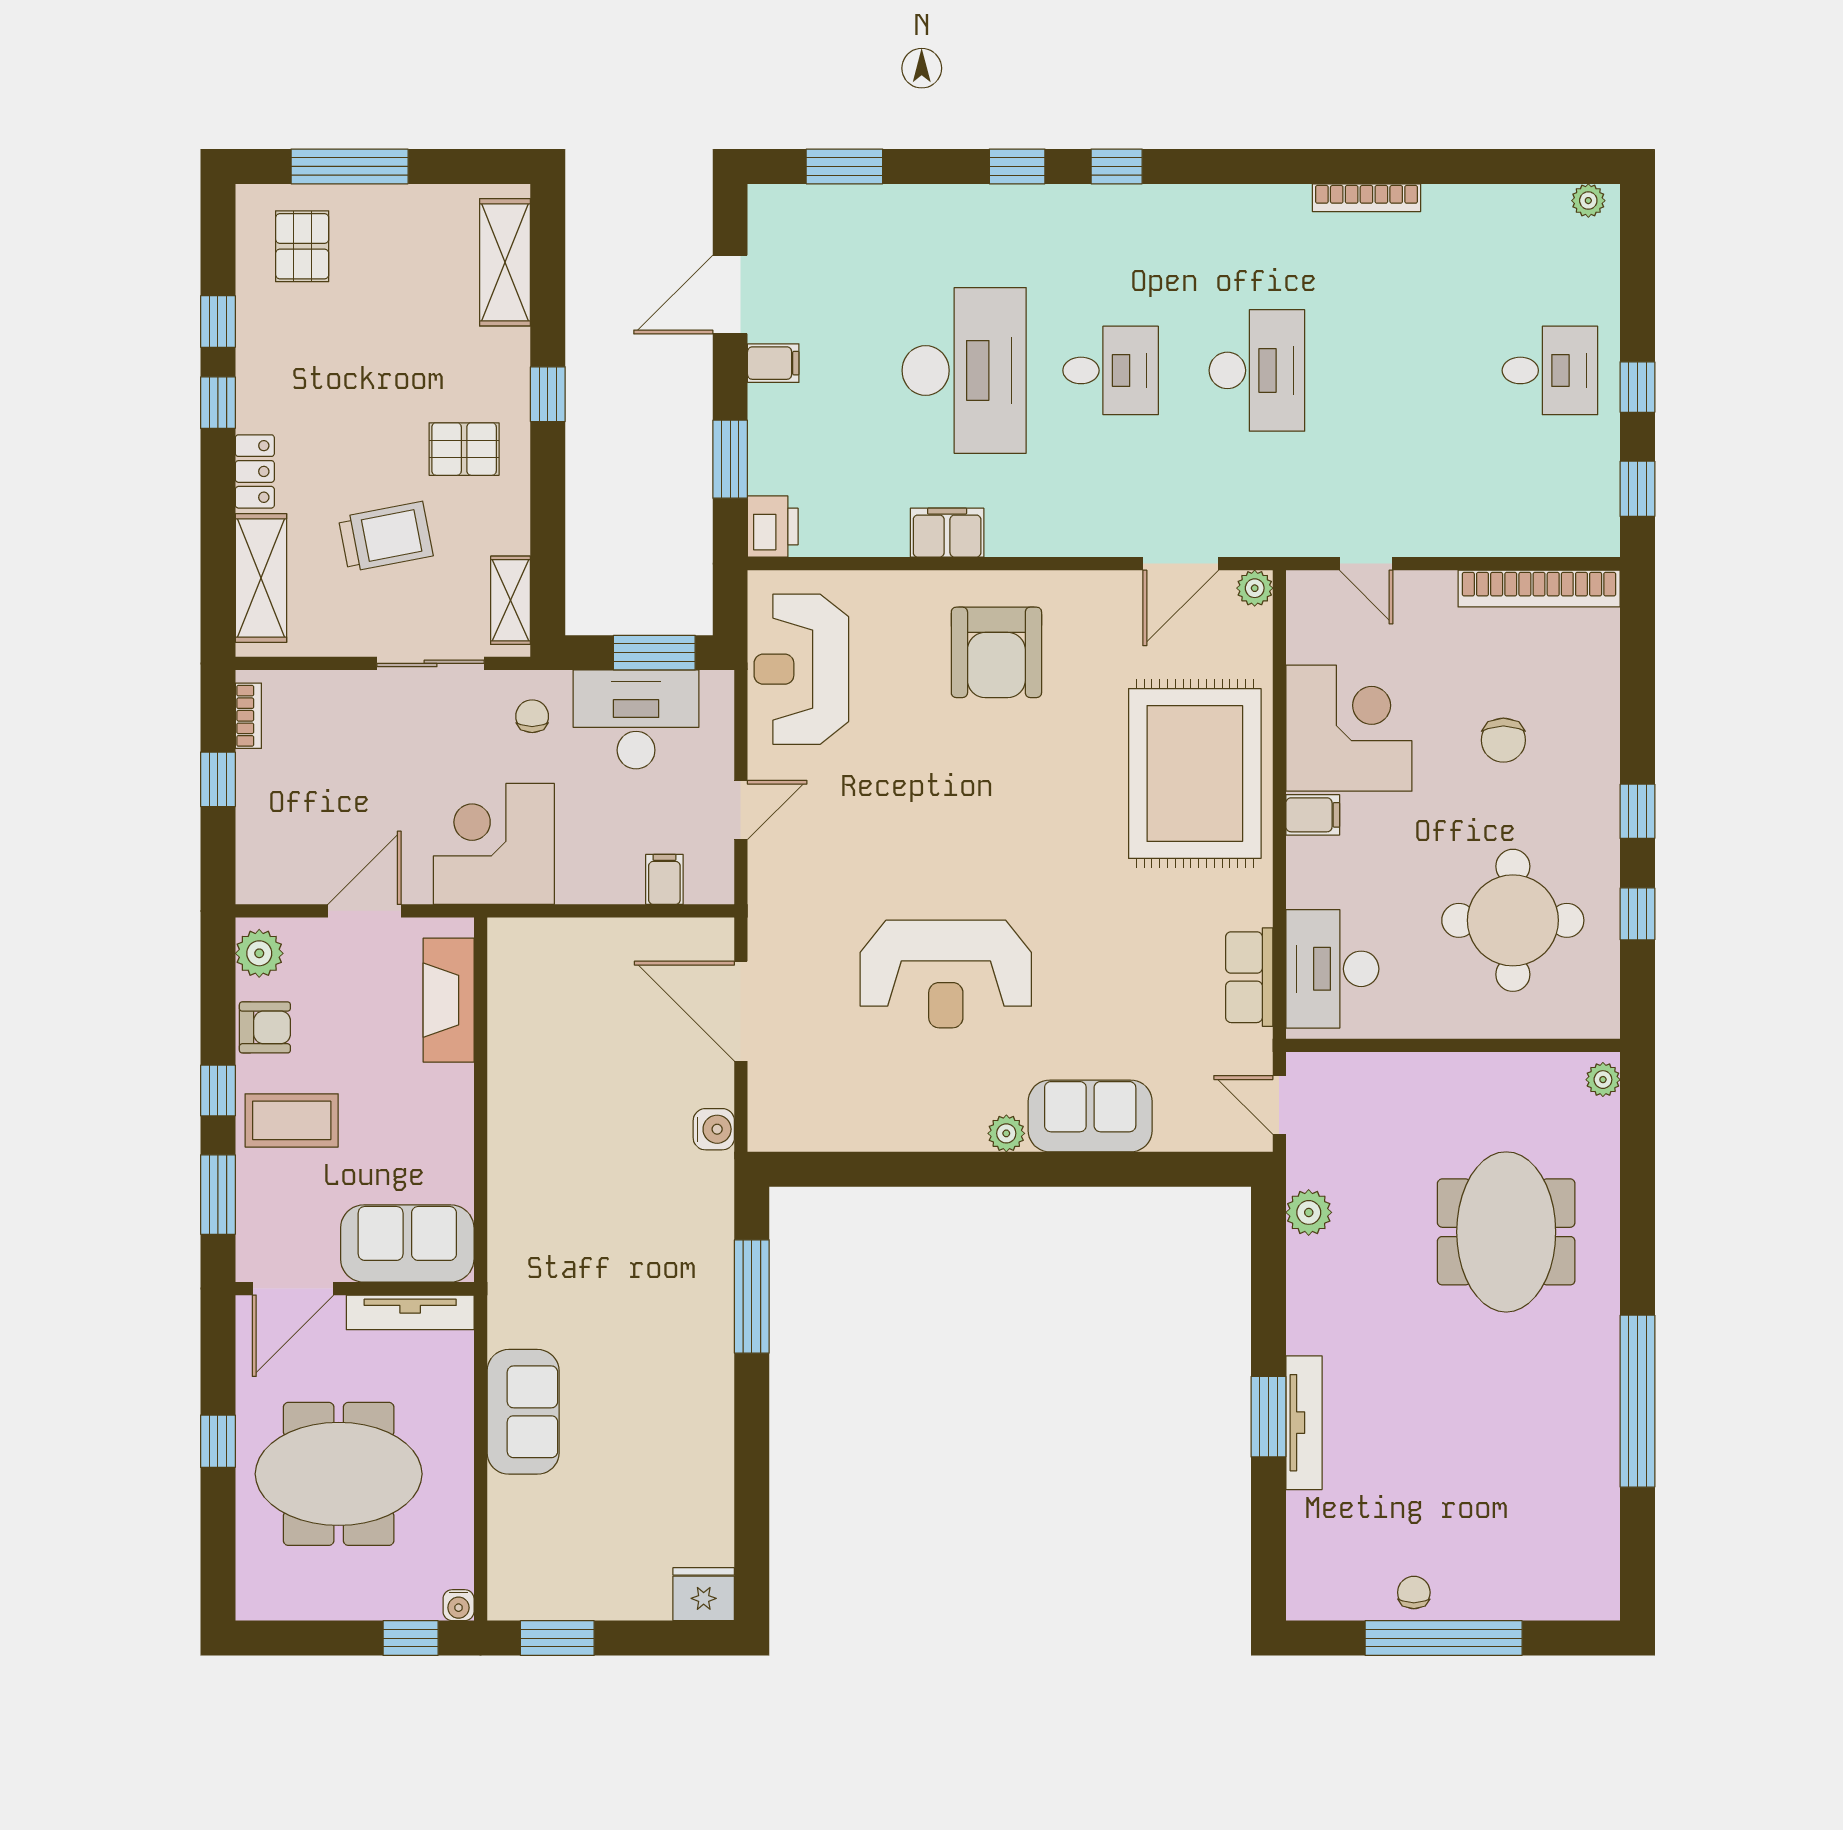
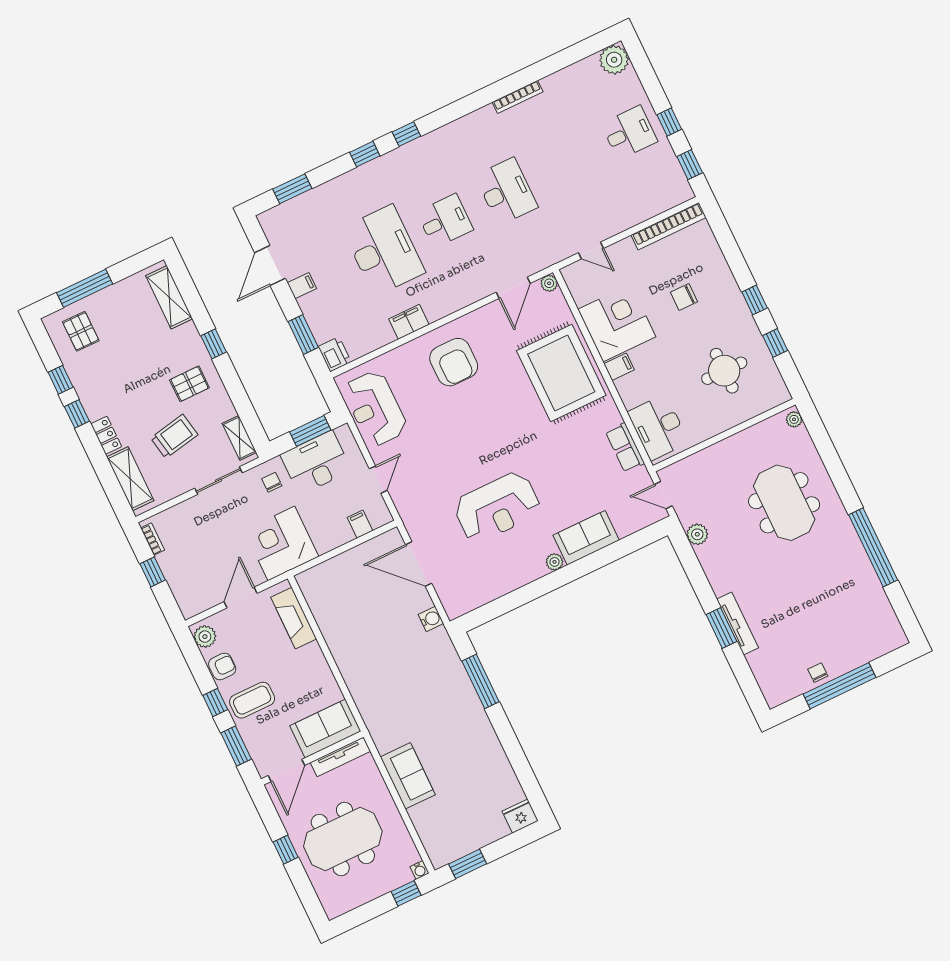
plant: (1588, 201) -> (614, 60), width x1.88, depth x1.88
chair: (1503, 740) -> (684, 297), turned 90
round table: (1513, 920) -> (724, 371), width x0.73, depth x0.73

